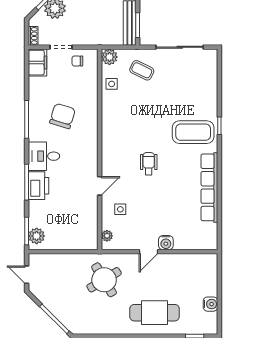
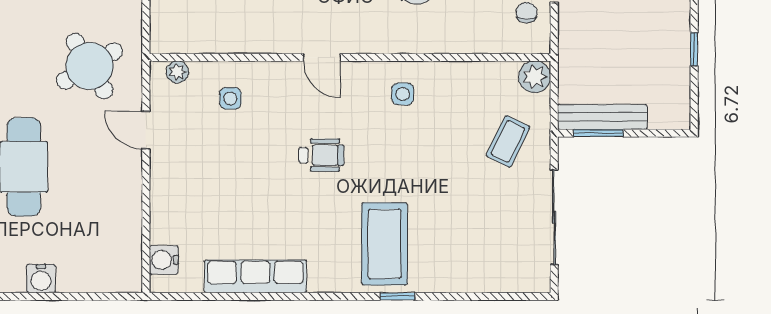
side table: (112, 84) -> (403, 94), moved
door: (100, 186) -> (322, 57), moved
row of seats: (209, 187) -> (255, 276), width x0.73
water cooler: (166, 243) -> (164, 260), moved
door: (148, 252) -> (146, 130), moved

